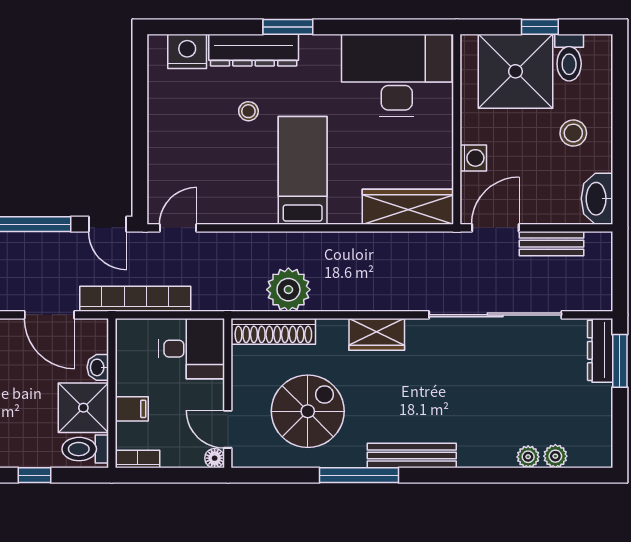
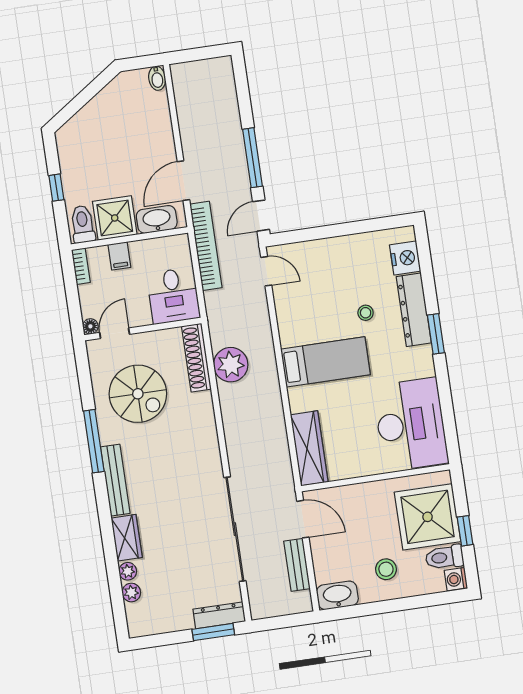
washing machine: (473, 158) -> (456, 579), moved, turned 90
wardrobe: (377, 334) -> (127, 538), moved, turned 180
washbasin: (98, 367) -> (157, 219), width x1.91, depth x1.45

